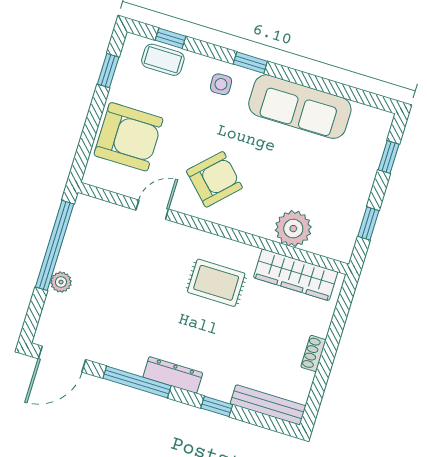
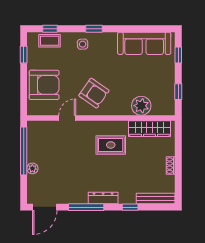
sofa: (300, 107) -> (144, 43), moved
armchair: (214, 179) -> (94, 93), turned 80

